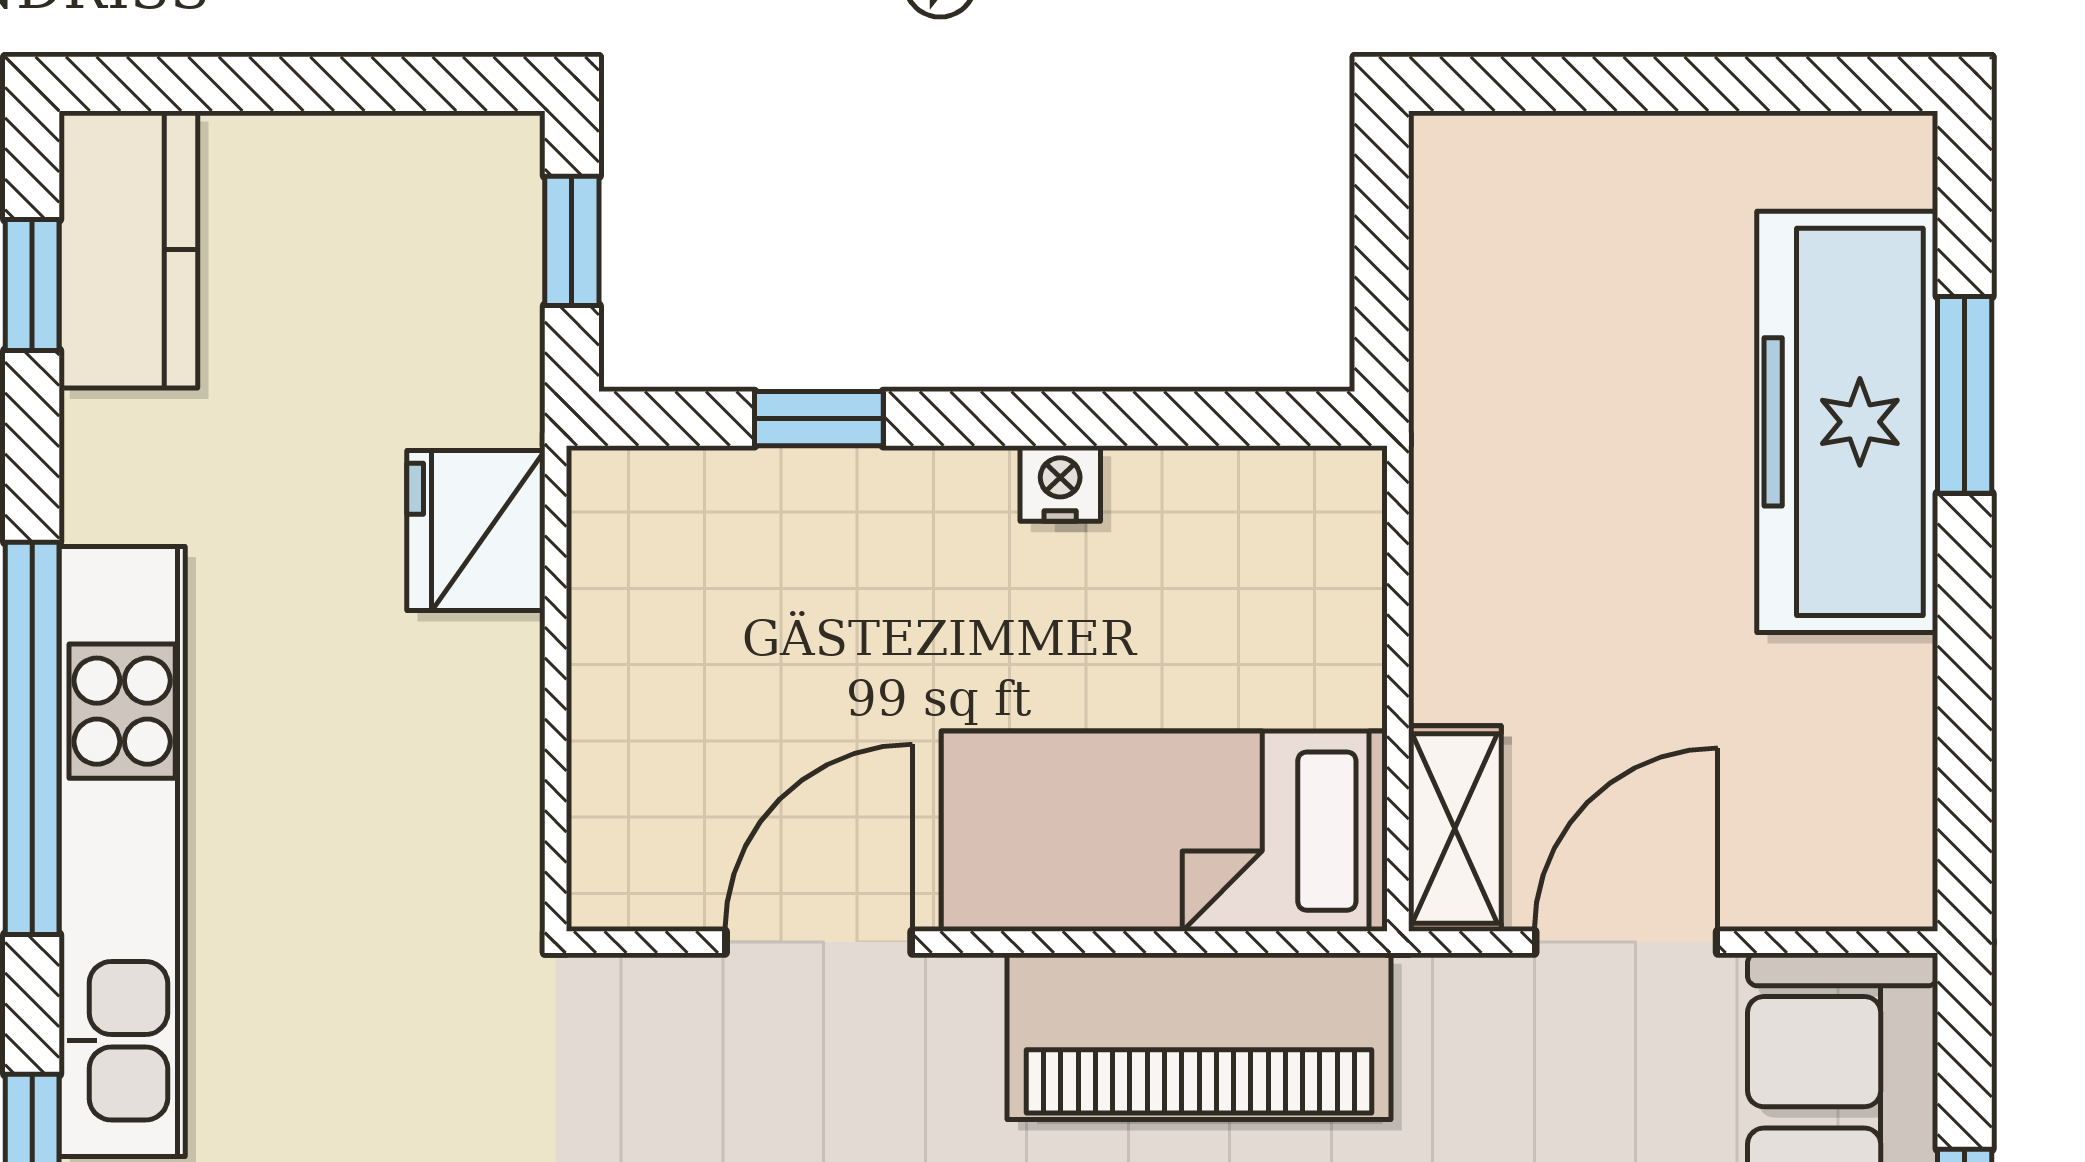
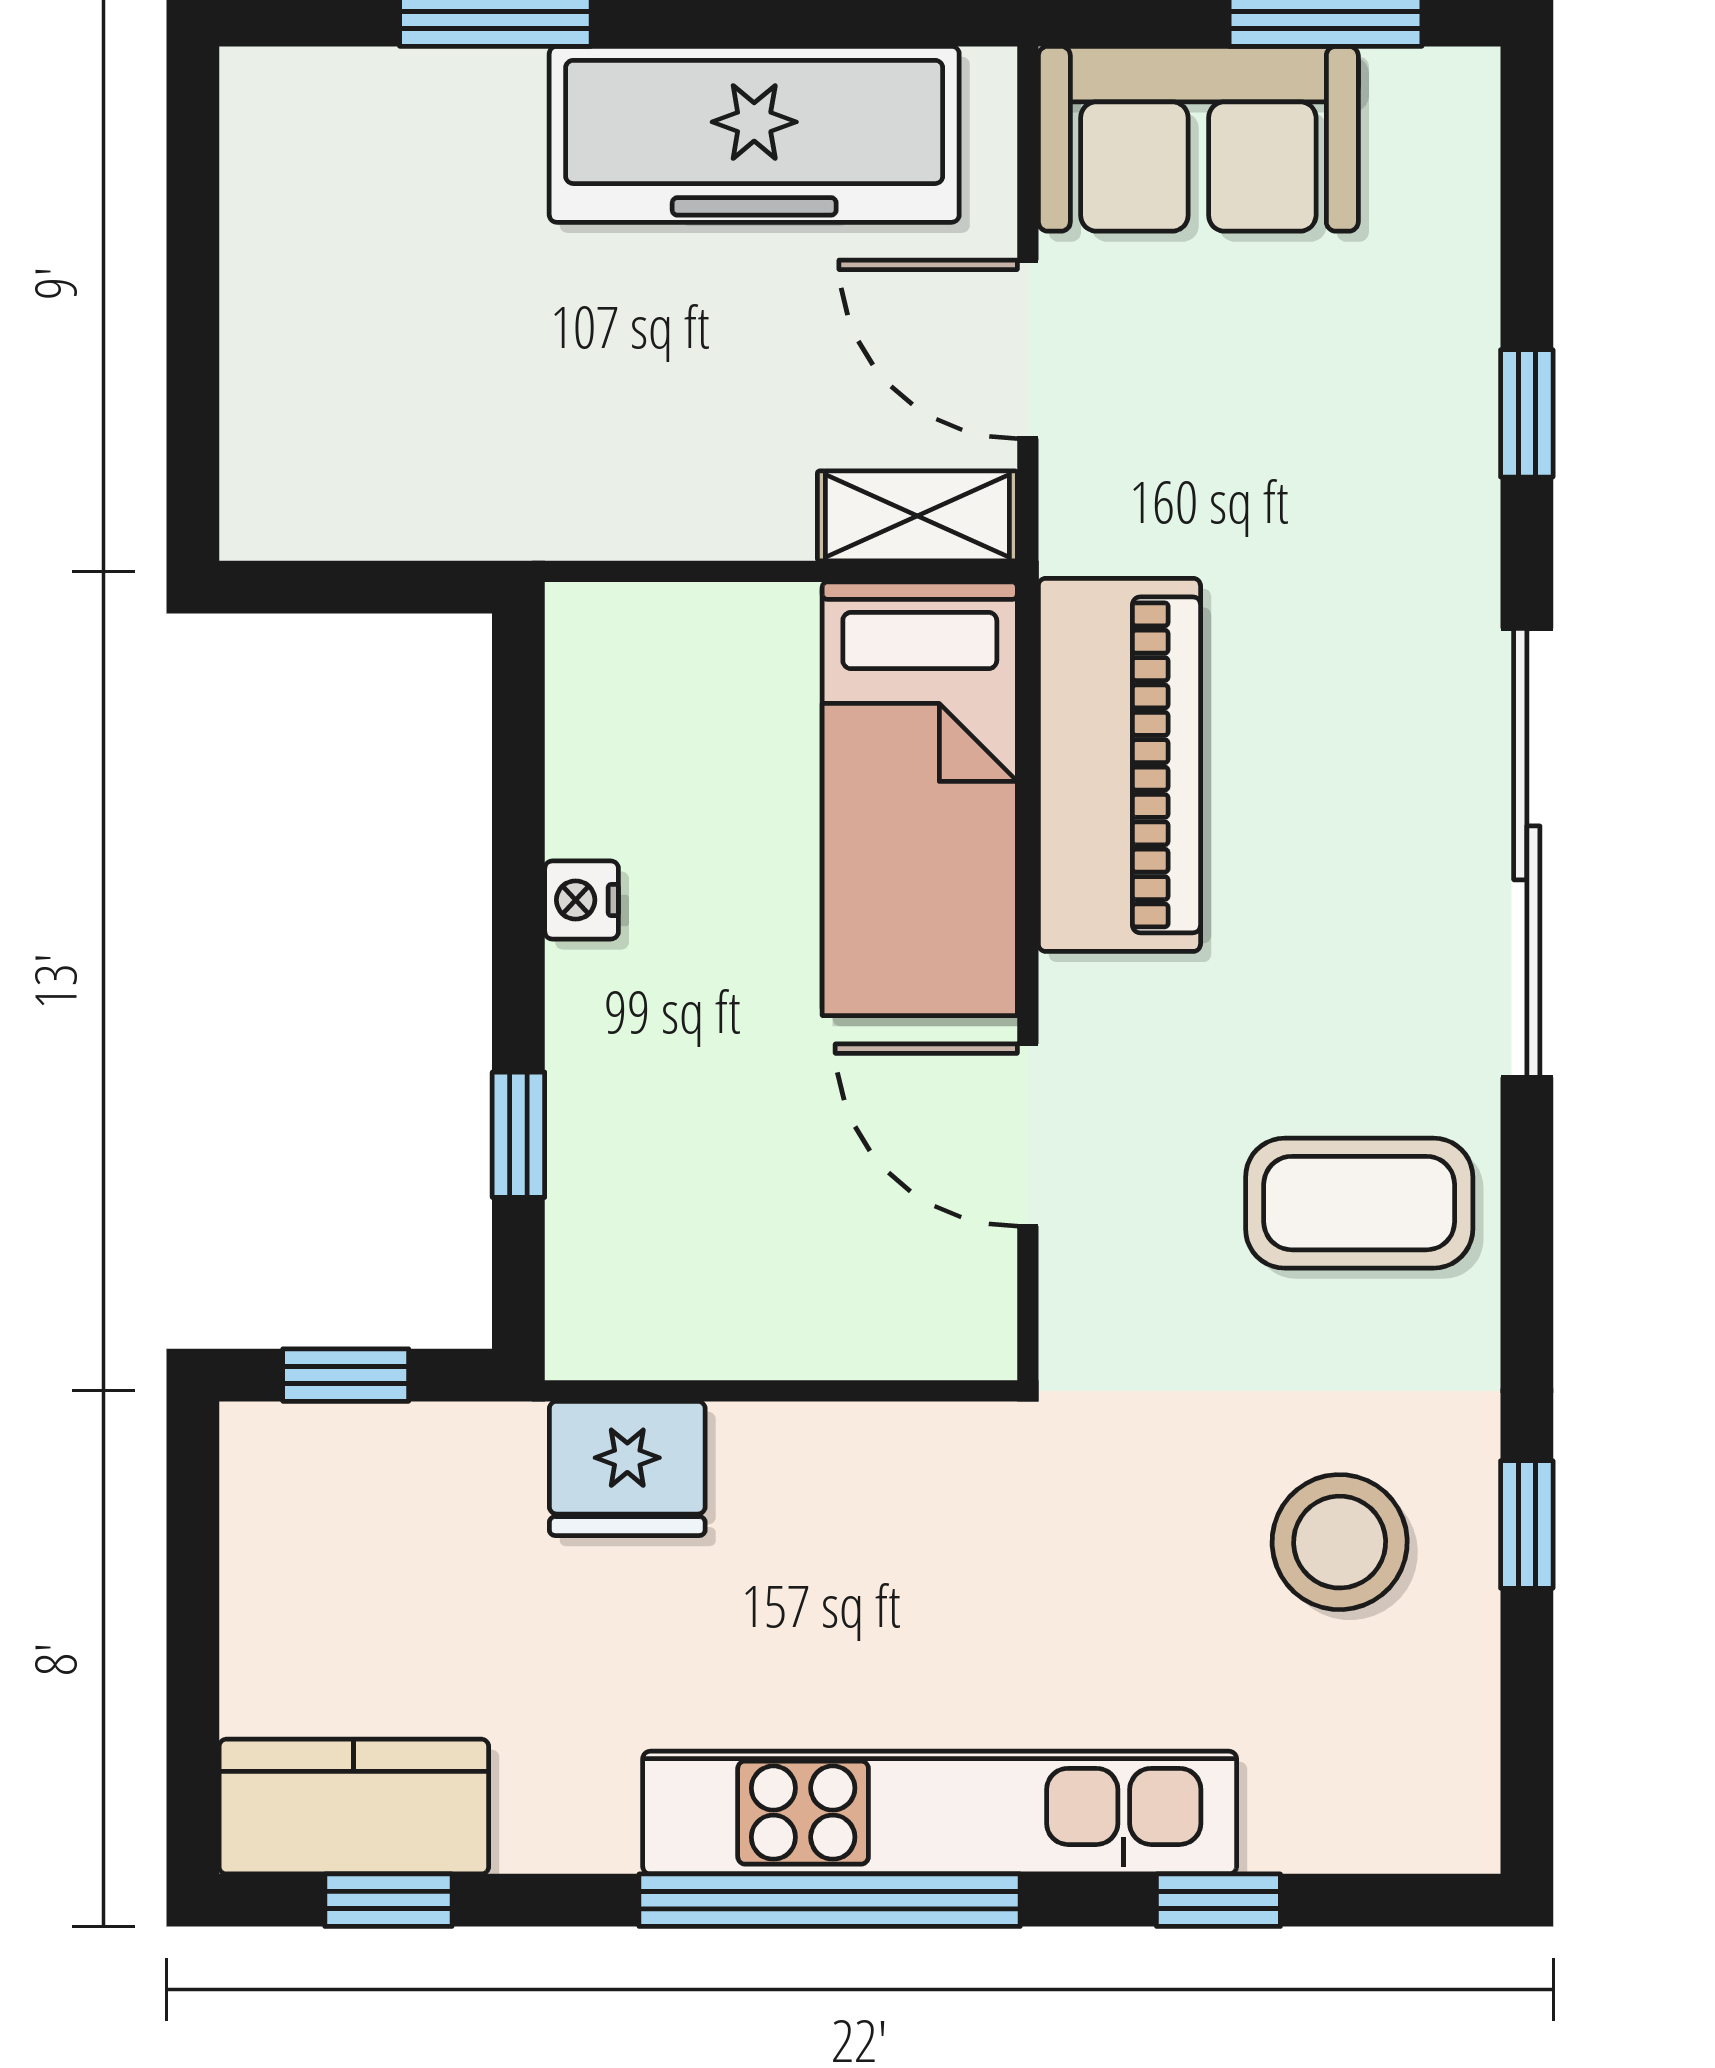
freezer: (1847, 422) -> (754, 134), moved

